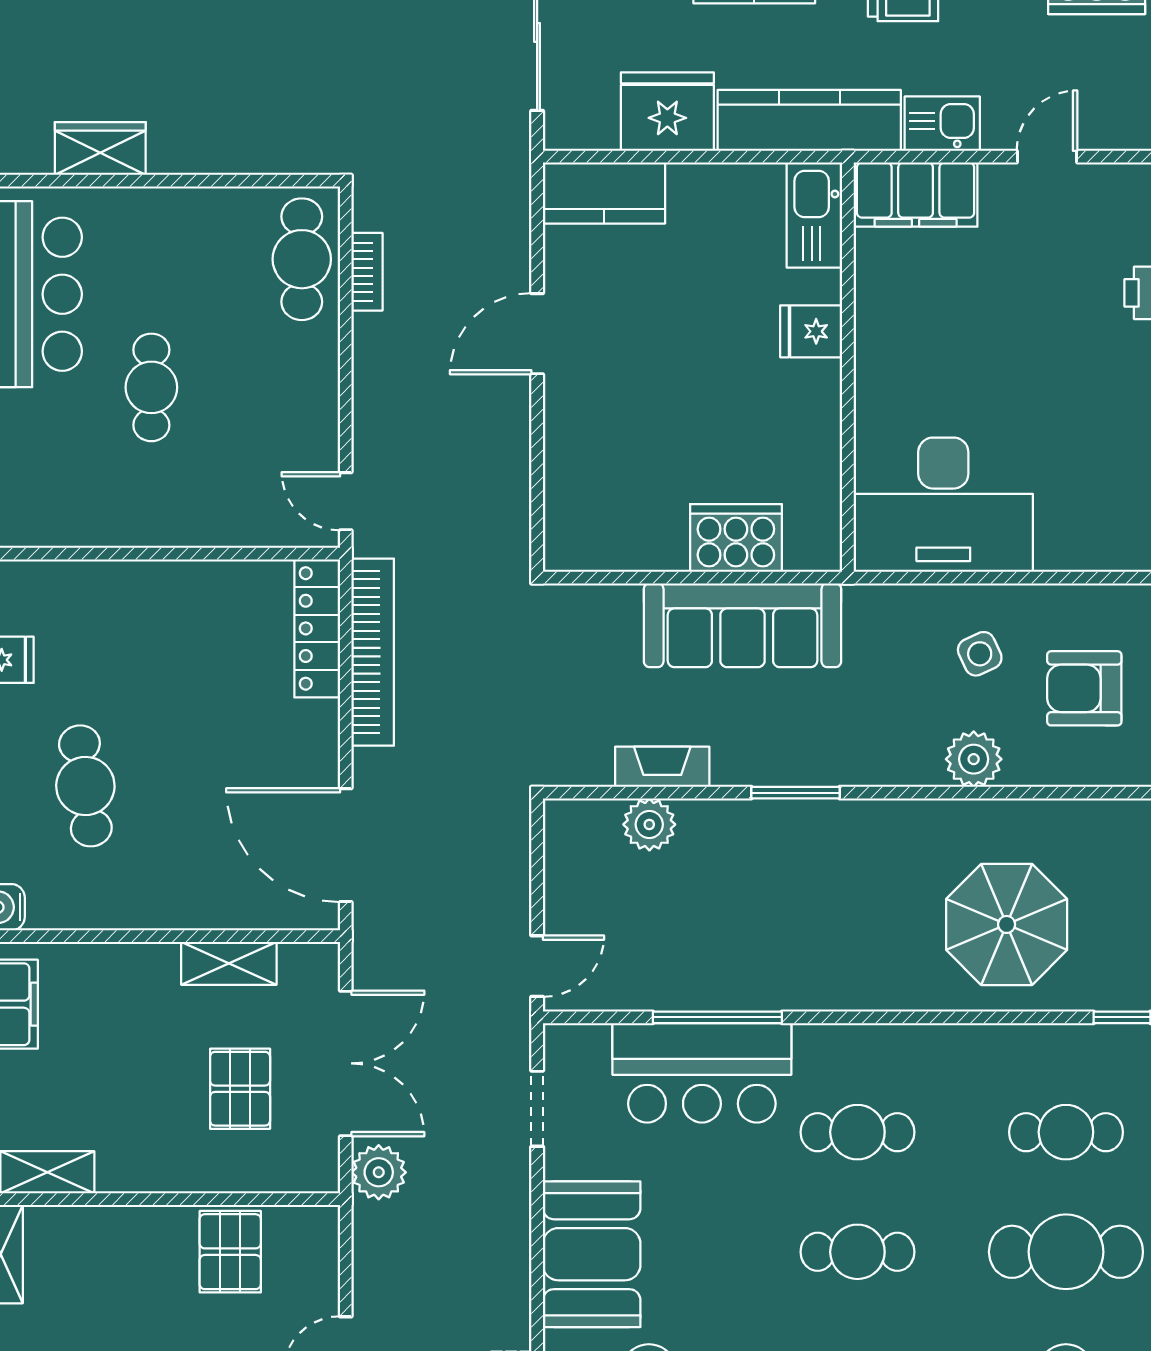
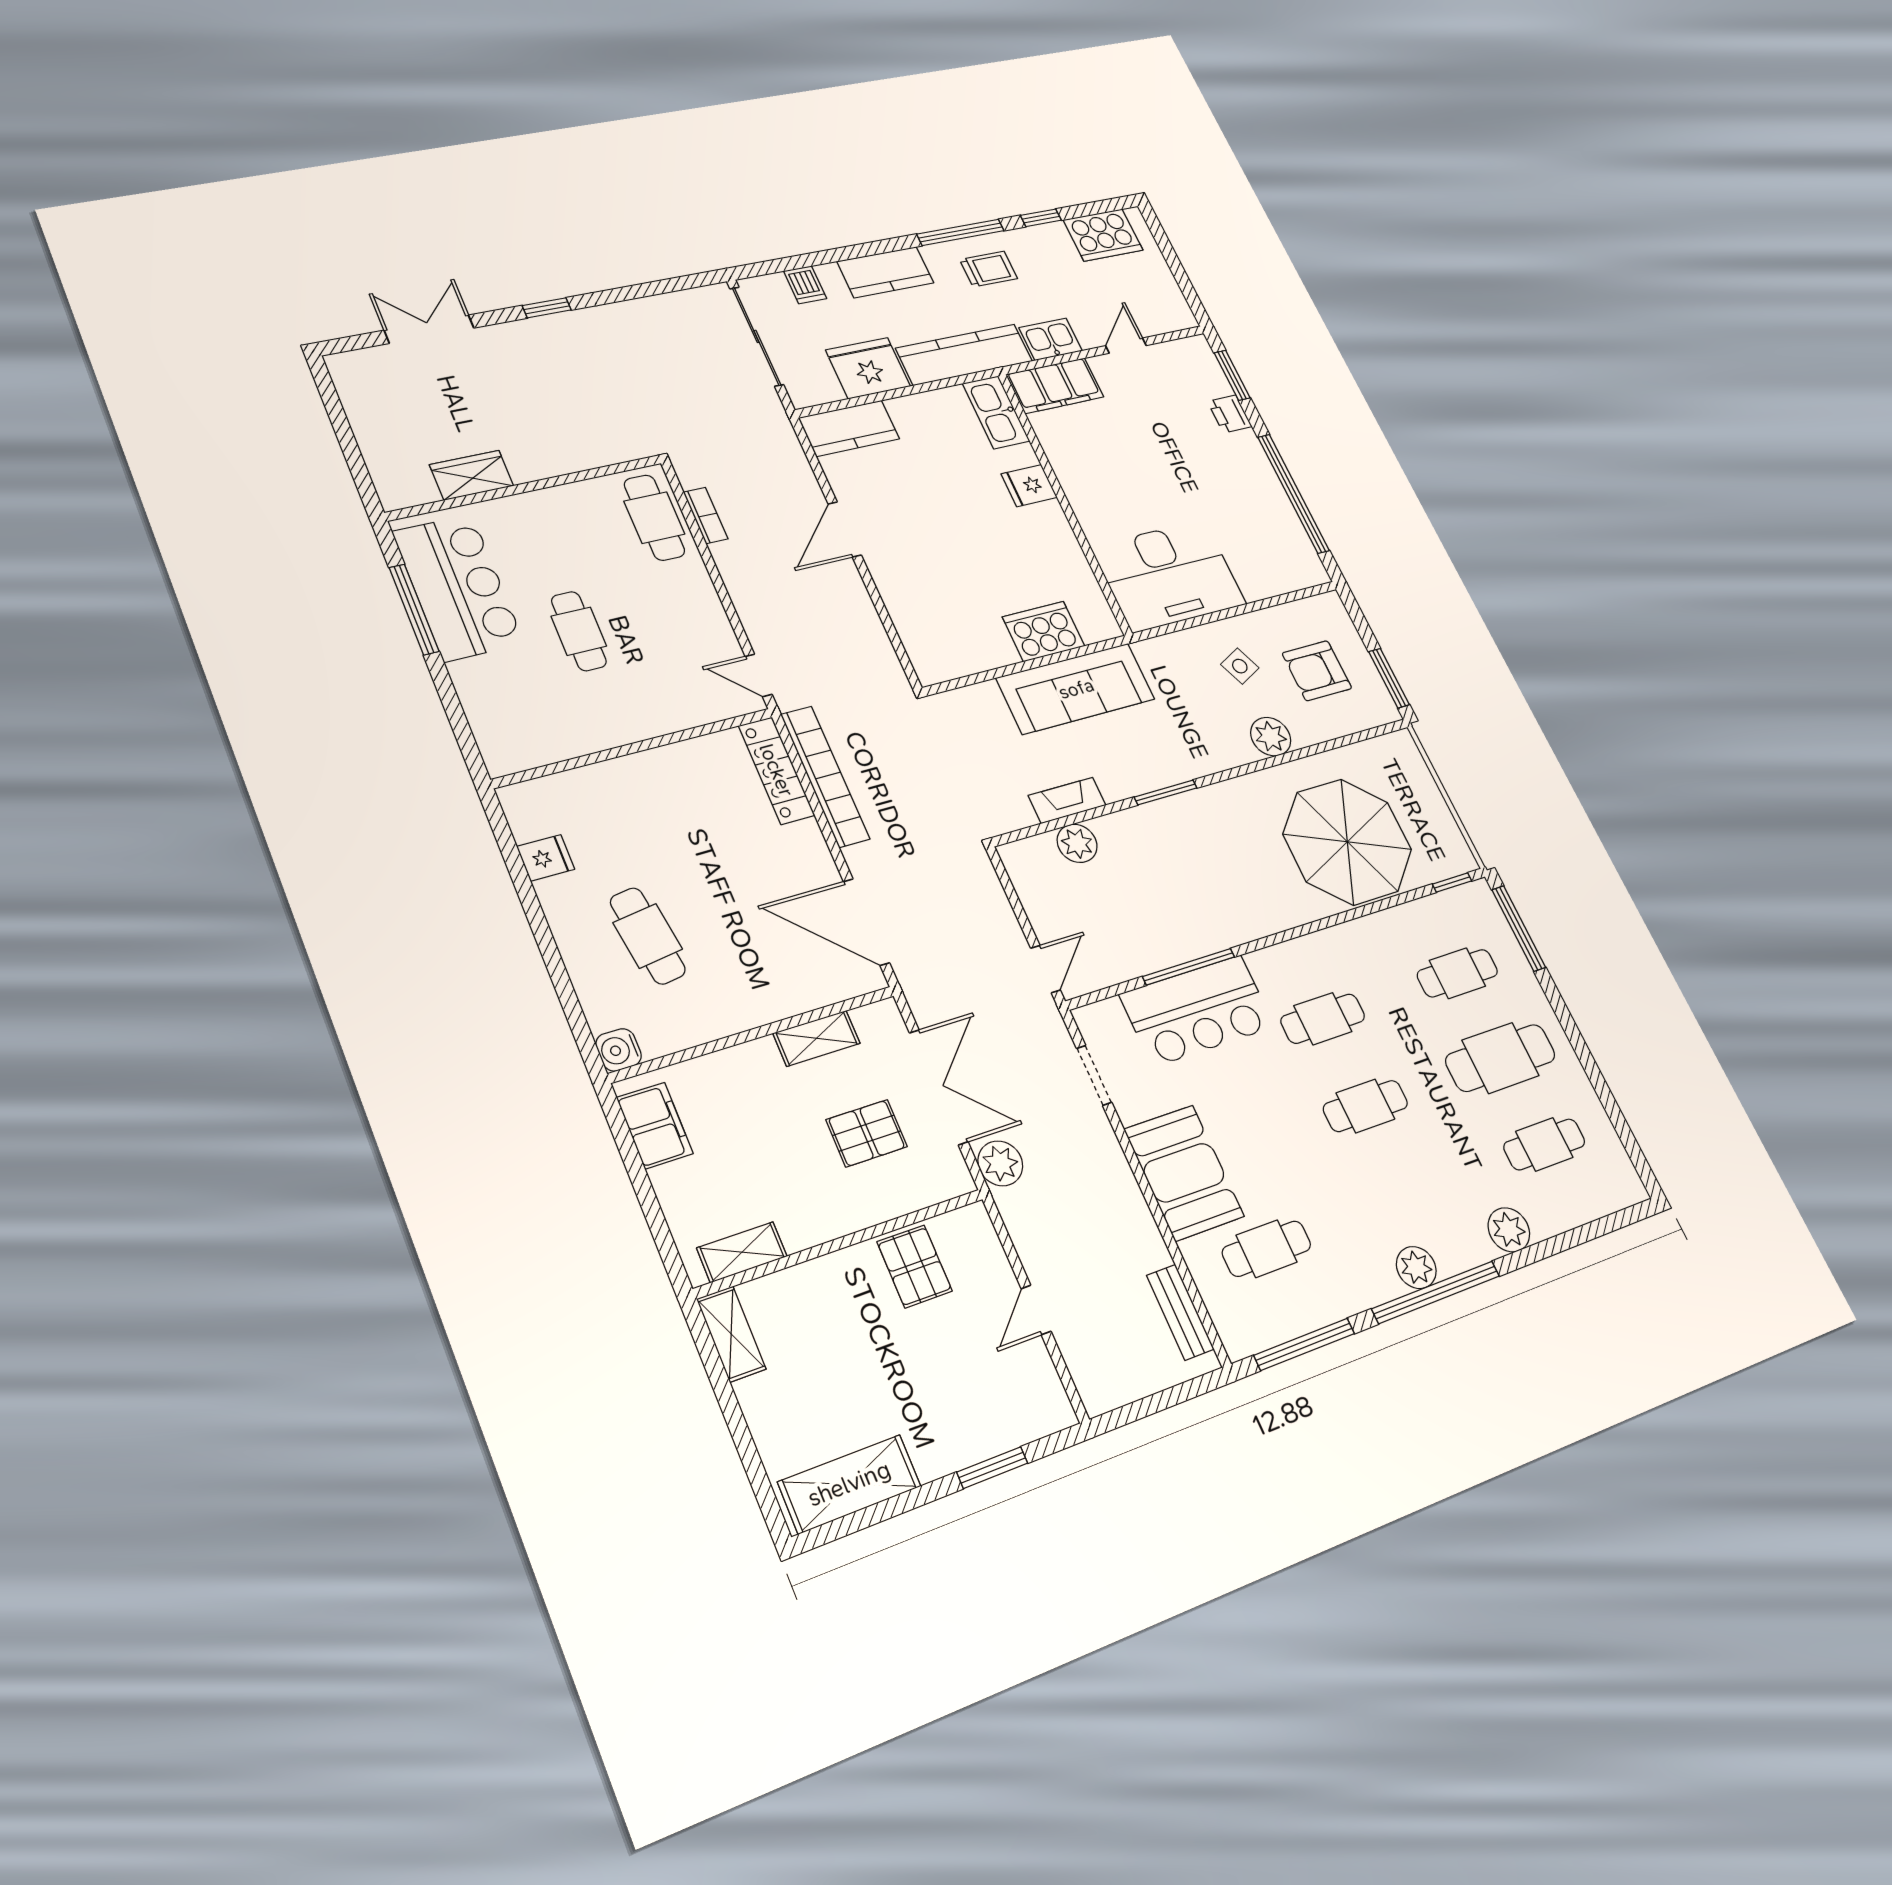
parasol: (1007, 924) -> (1347, 842), width x1.36, depth x1.36
pallet: (240, 1089) -> (867, 1133), turned 90

